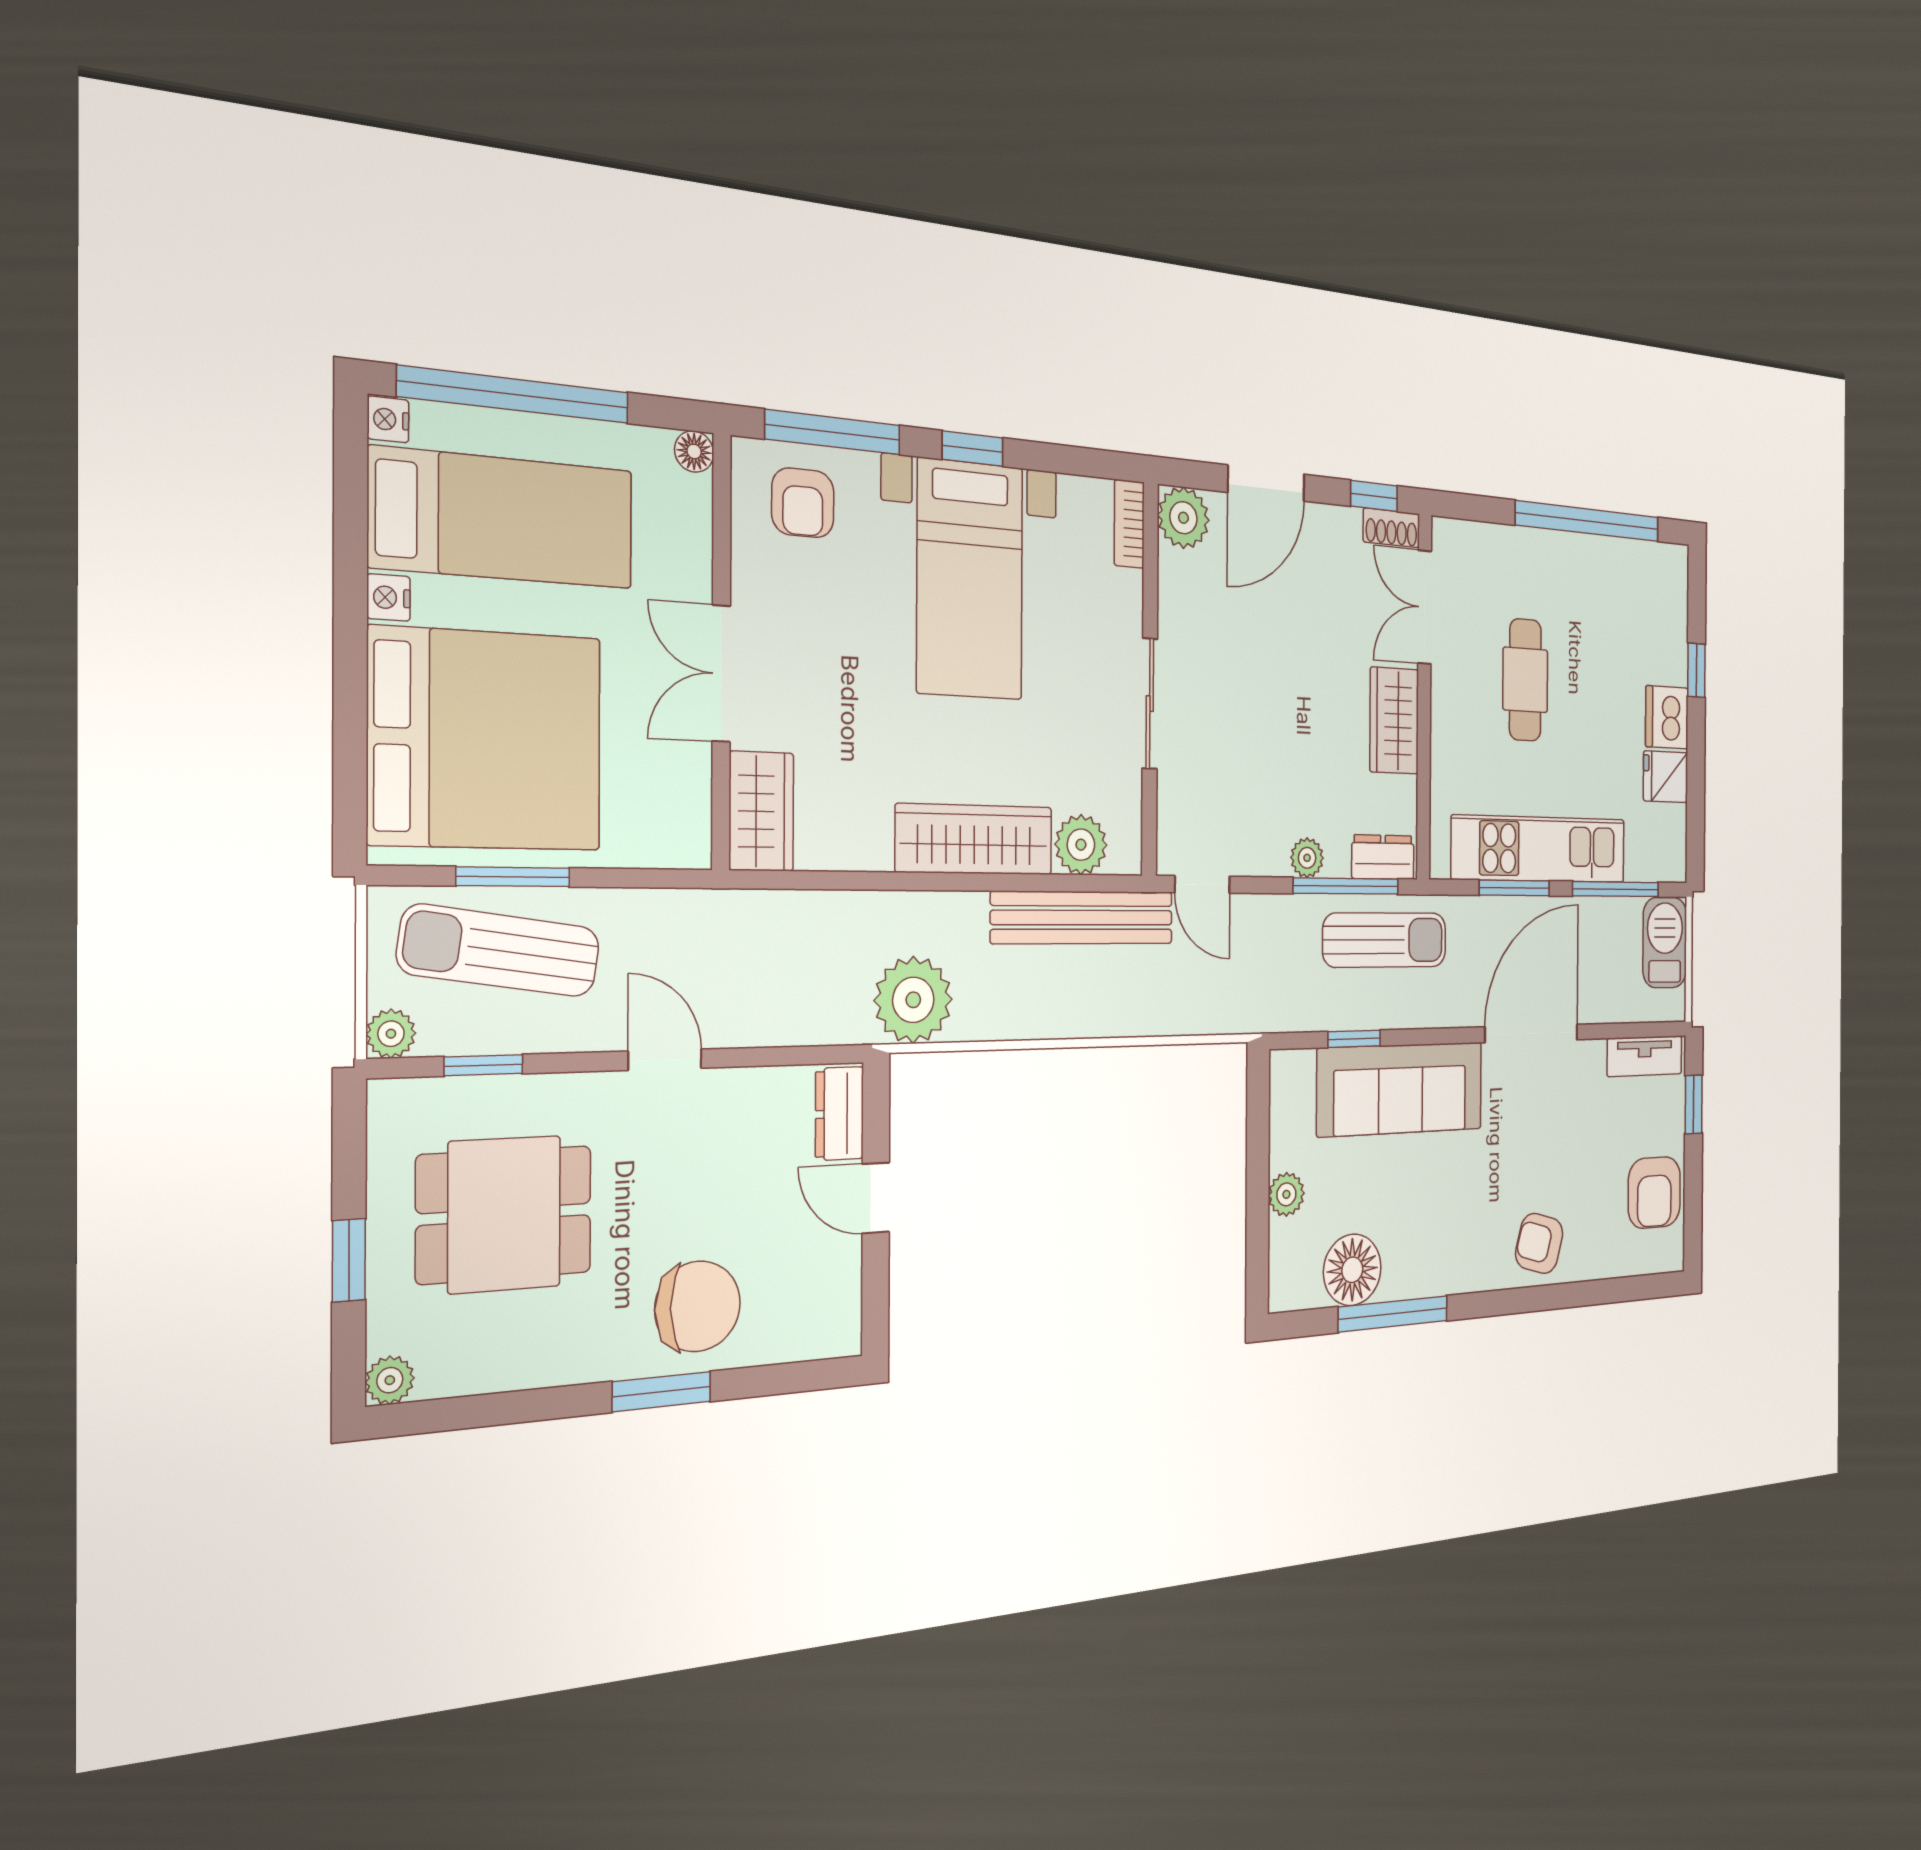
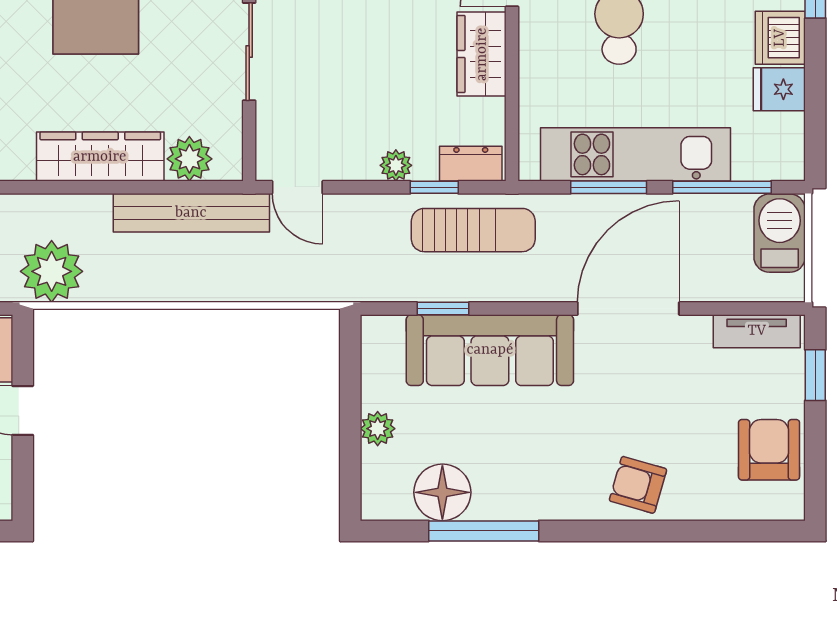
window: (1346, 886) -> (434, 187), width x0.46
armchair: (1654, 1193) -> (769, 450), turned 180

